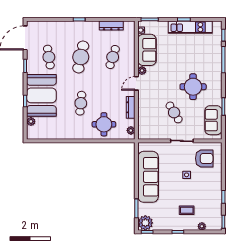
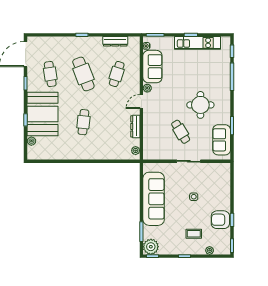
cafe table: (81, 57) -> (83, 74), turned -33
round table: (104, 124) -> (108, 144), removed
armchair: (204, 158) -> (220, 220), moved, turned 180

